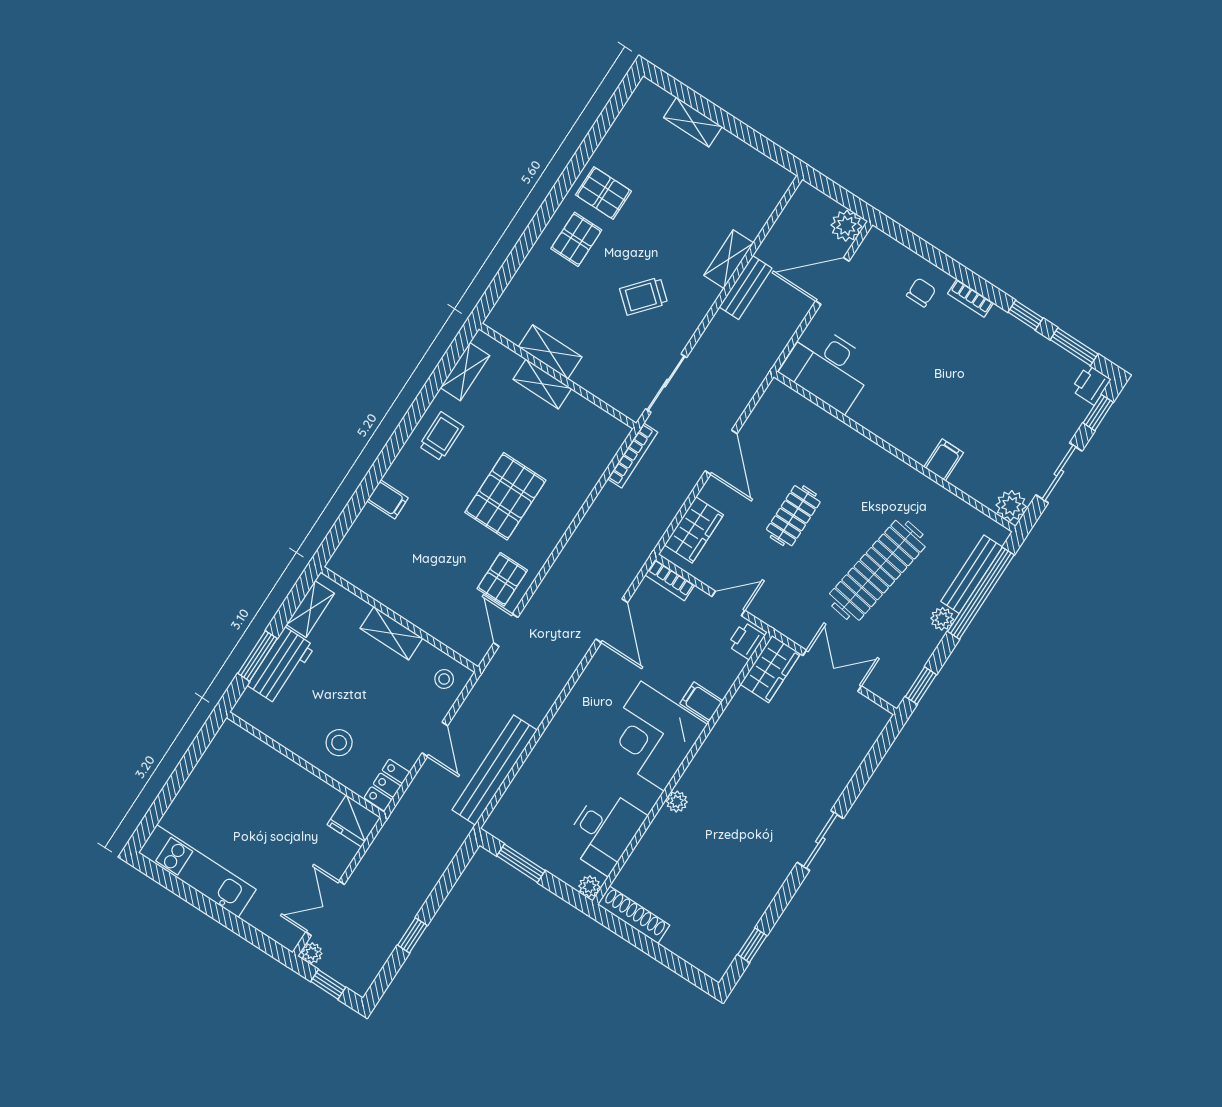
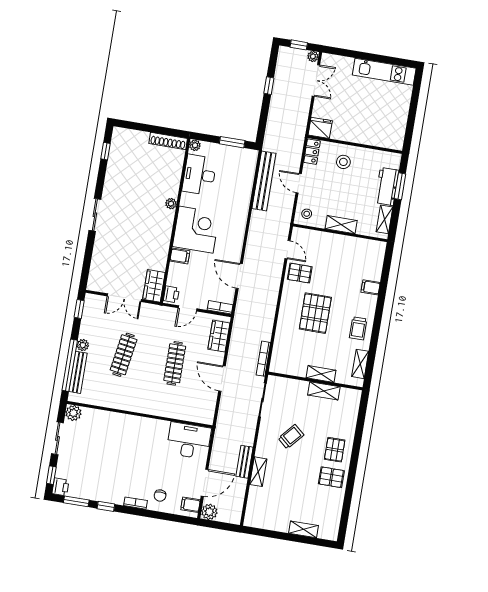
filing cabinet: (944, 460) -> (191, 505), moved, turned 90
clothes rail: (793, 516) -> (175, 363), width x1.36
clothes rail: (877, 570) -> (124, 355), width x0.73, depth x0.76
pallet: (502, 579) -> (300, 273), turned 90

